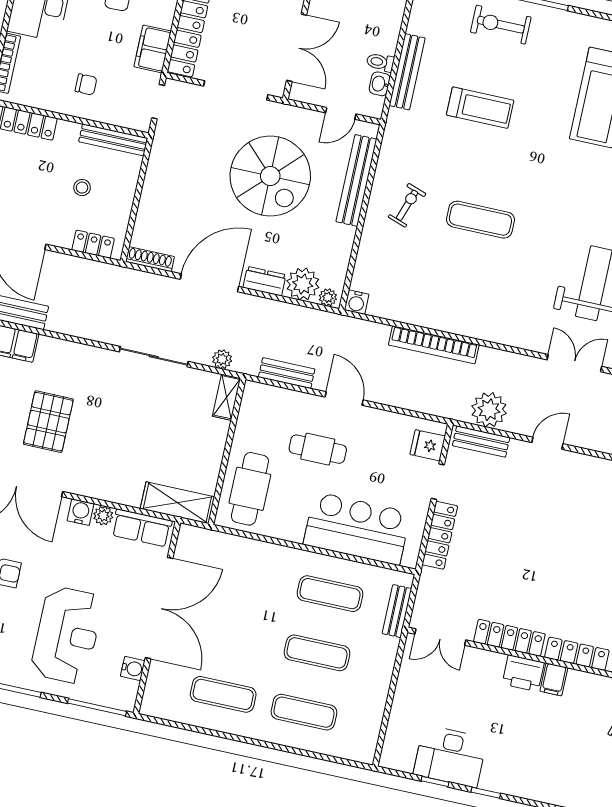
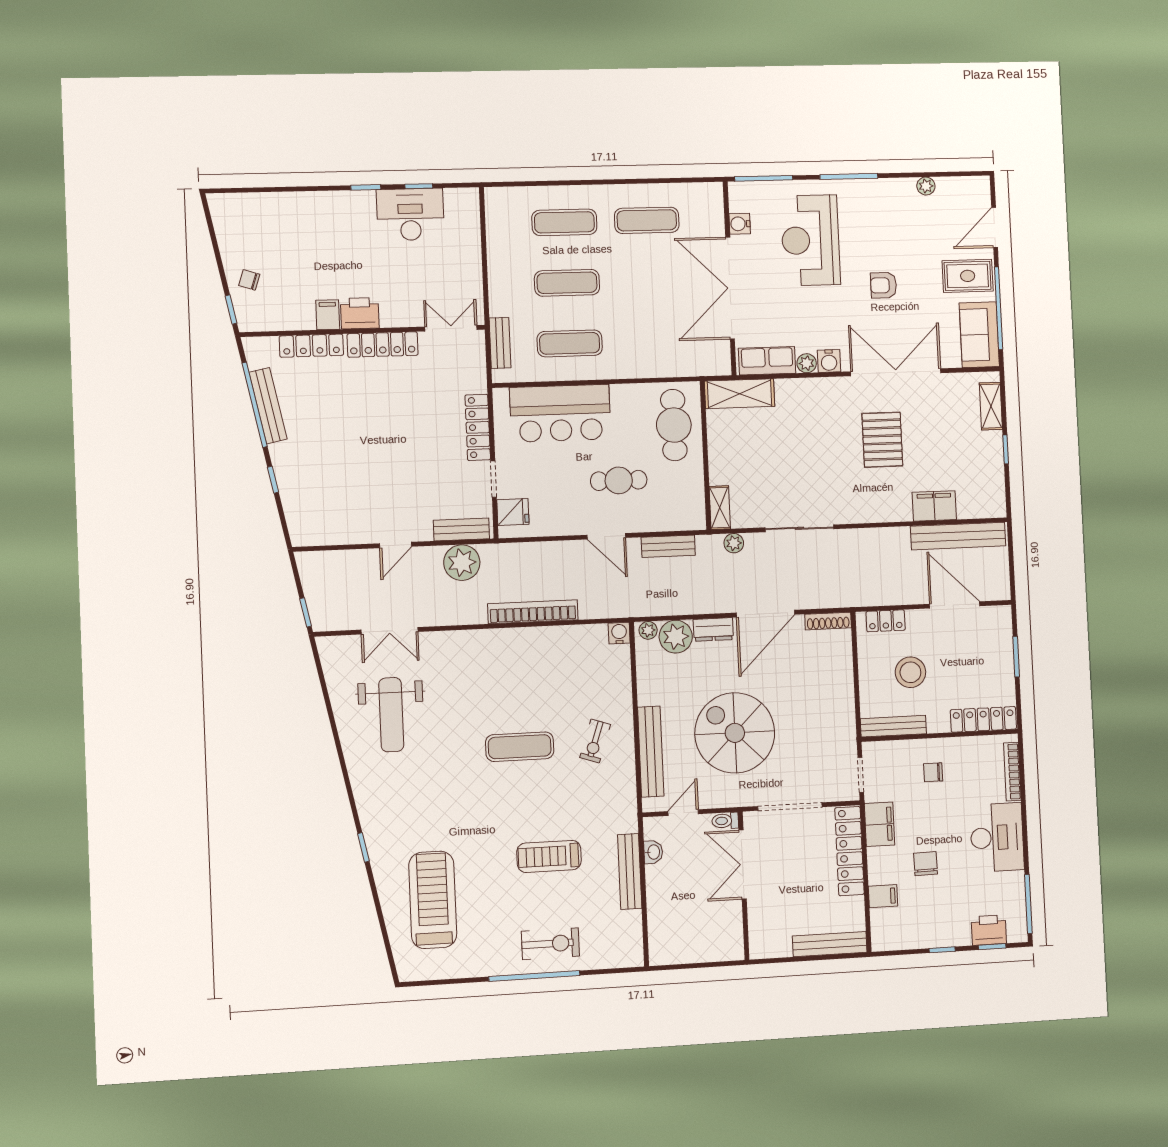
toilet: (380, 62) -> (725, 821), moved, turned 180
stool: (82, 188) -> (910, 672), width x1.89, depth x1.89

